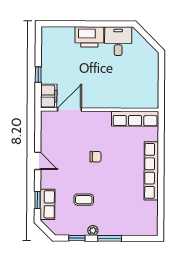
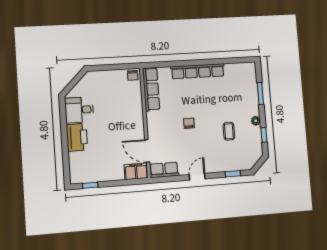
window: (38, 75) -> (90, 185), moved
chair: (151, 100) -> (133, 75), added
row of seats: (47, 204) -> (164, 170), moved
window: (110, 238) -> (260, 94), moved

